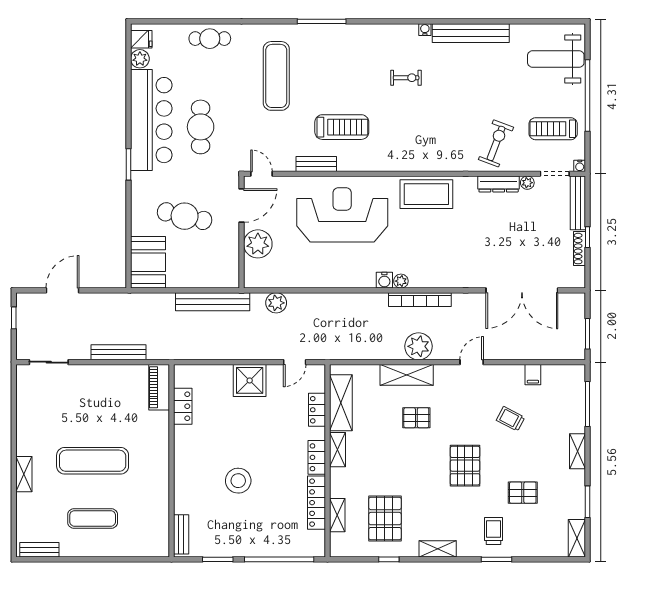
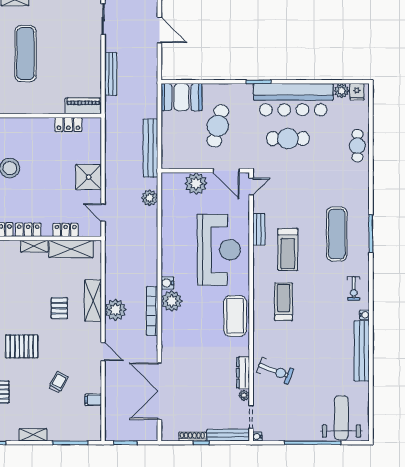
exercise mat: (276, 76) -> (337, 234), moved, turned 90
exercise bike: (406, 78) -> (354, 288), moved
treadmill: (553, 129) -> (284, 302), moved
plant: (401, 281) -> (172, 301), width x1.88, depth x1.88

